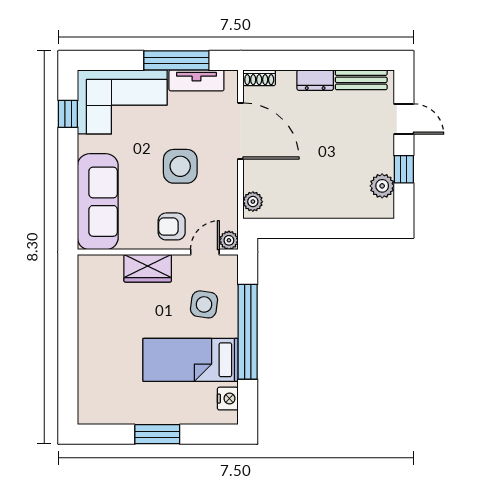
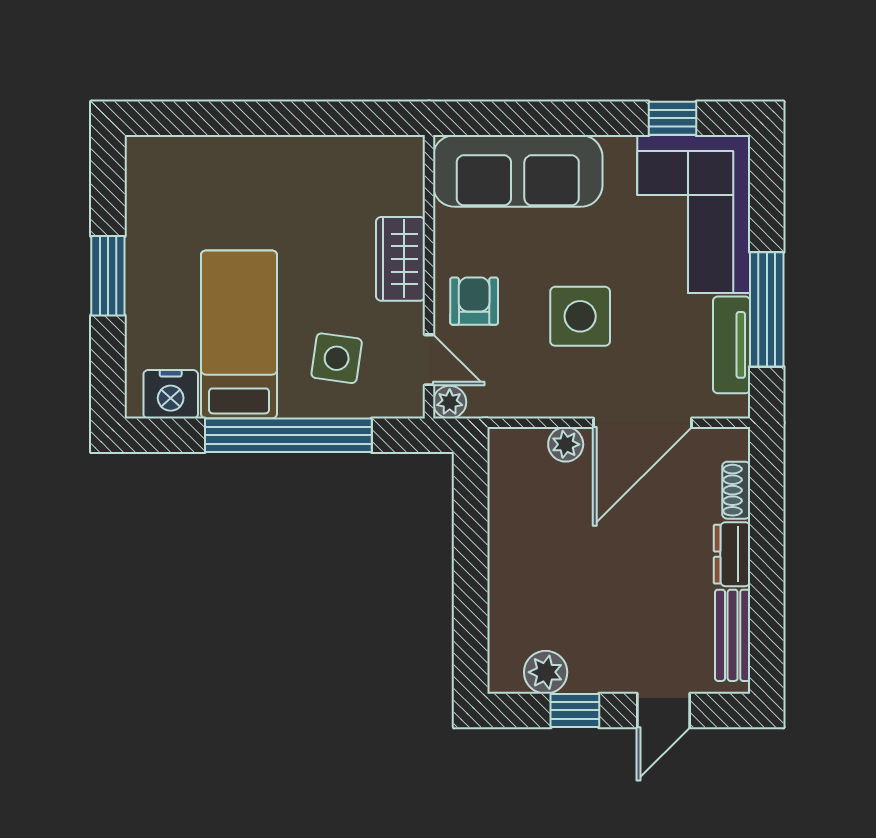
shoe rack: (259, 78) -> (736, 490), moved
plant: (253, 202) -> (566, 444), moved
nightstand: (228, 399) -> (171, 394), width x1.36, depth x1.33

